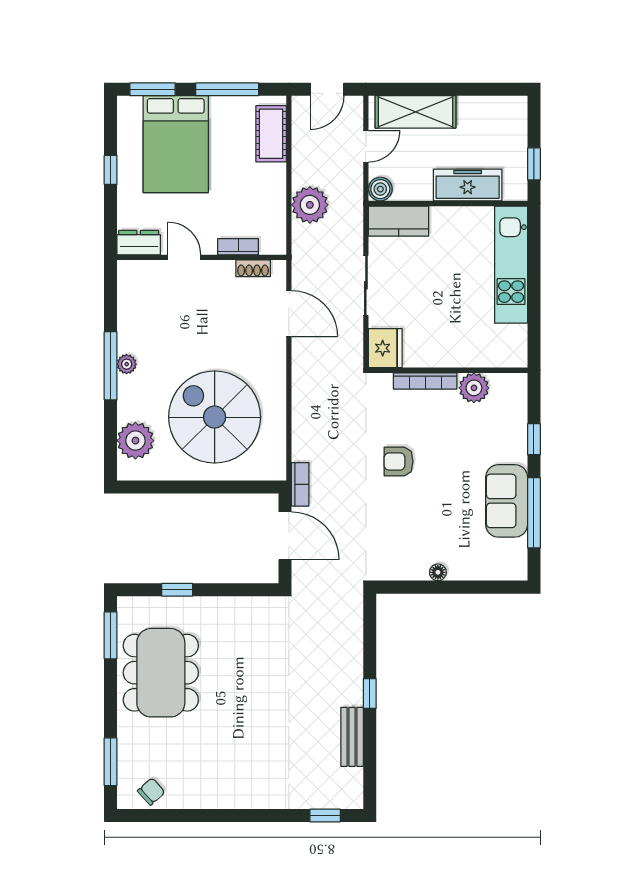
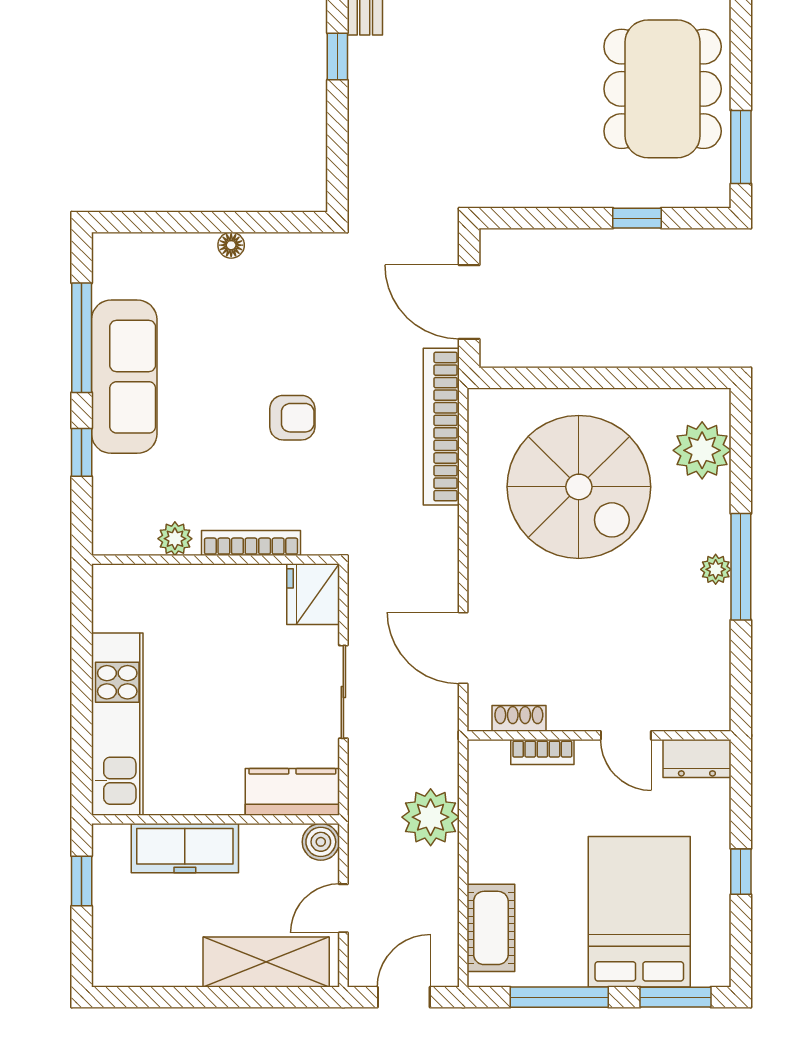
plant: (474, 388) -> (175, 539), width x0.73, depth x0.73
bookcase: (300, 484) -> (441, 427), width x2.31, depth x1.31
sofa: (507, 501) -> (124, 377), width x1.36

